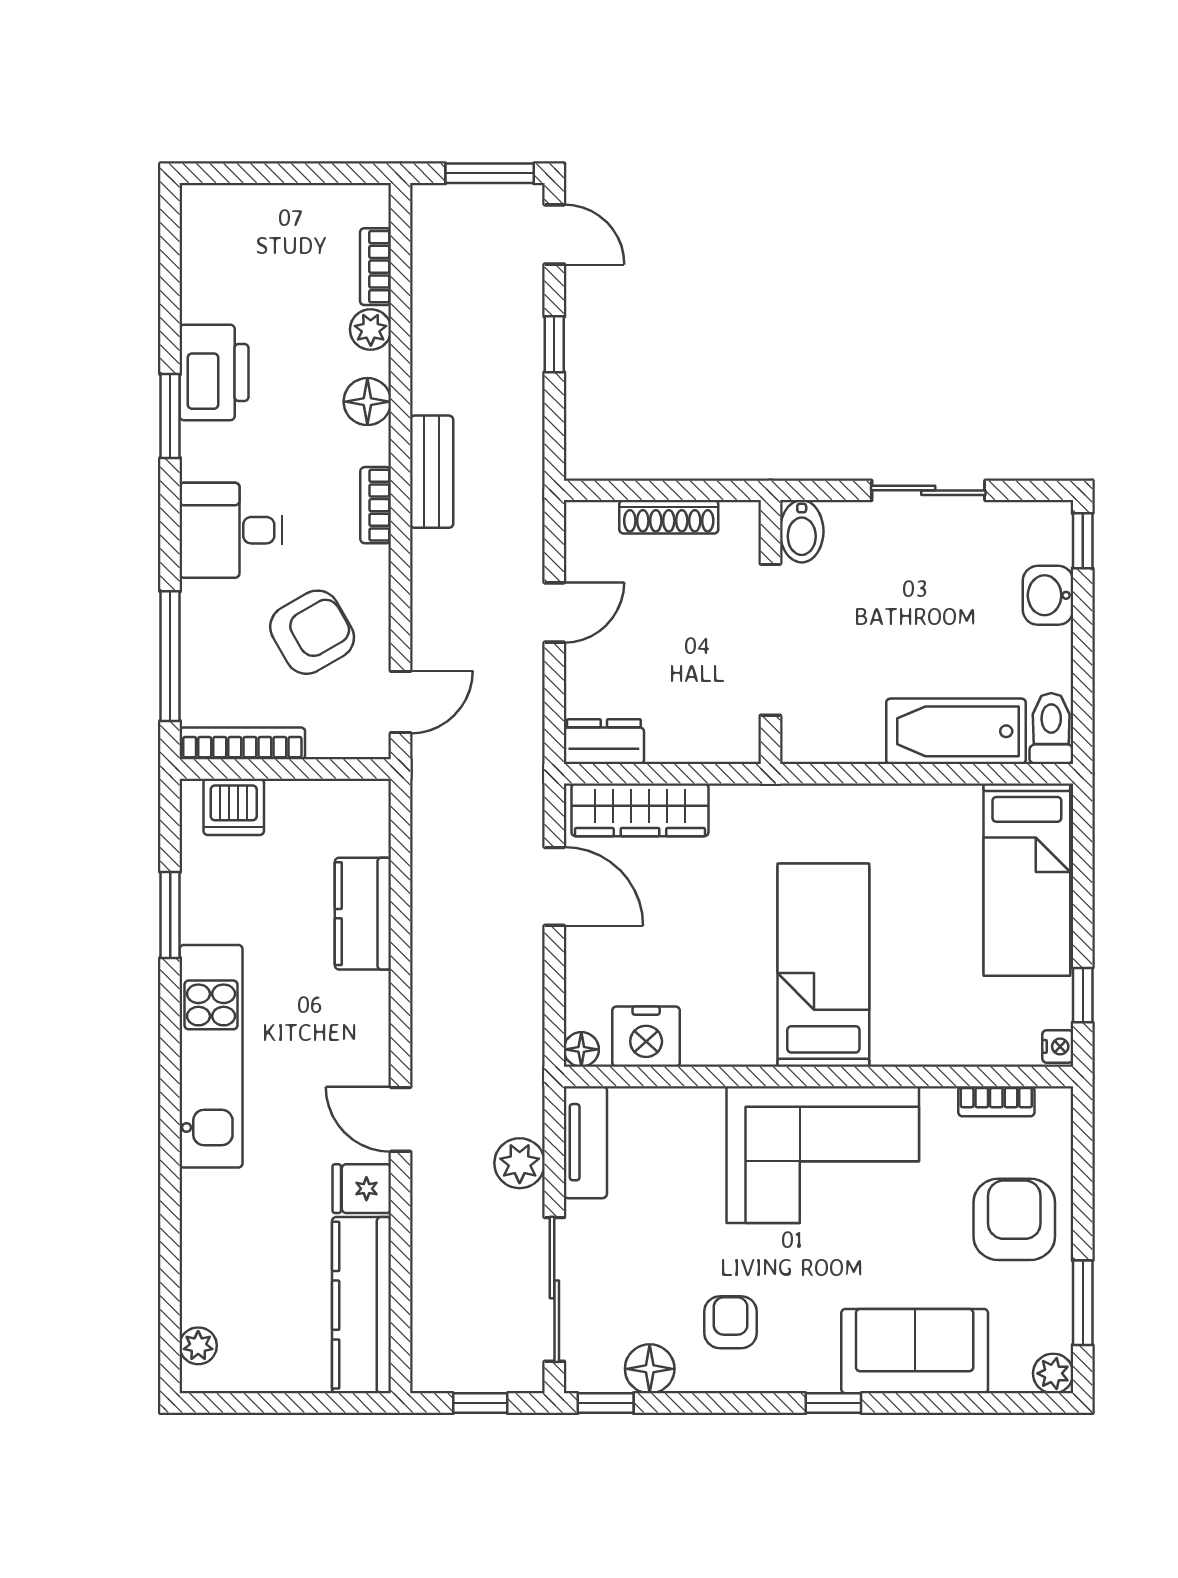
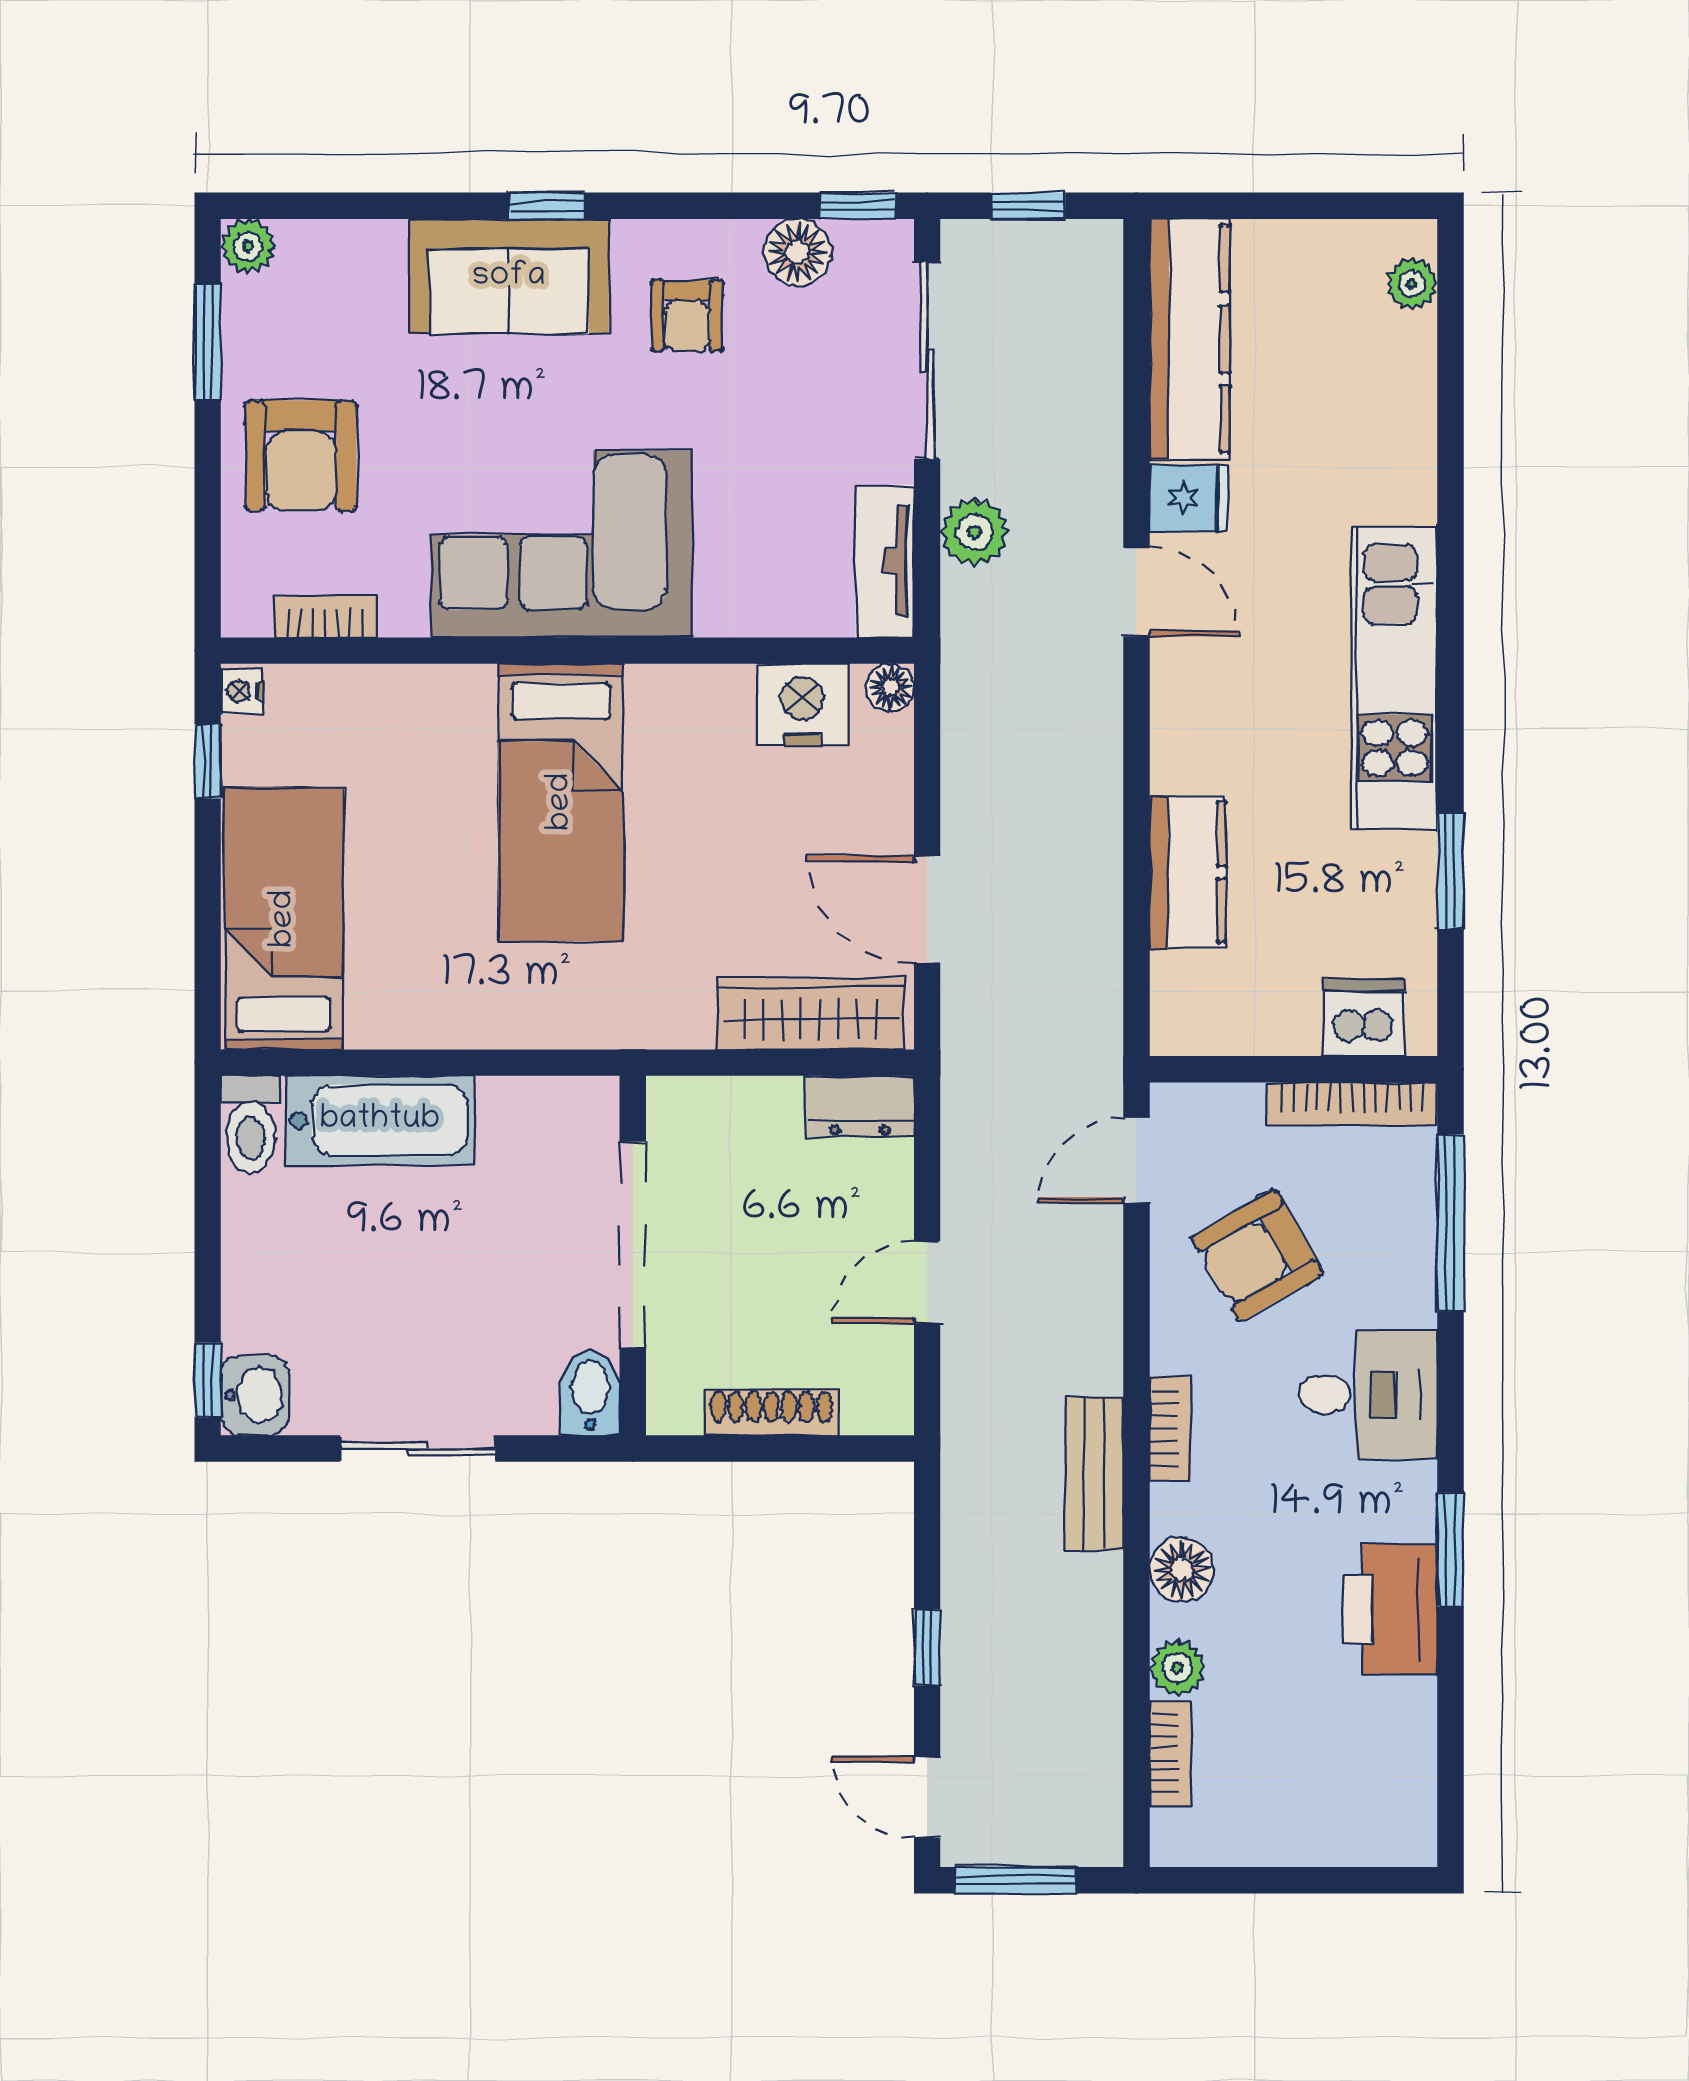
washbasin: (1048, 595) -> (255, 1395), moved
sofa: (915, 1351) -> (509, 277), moved

